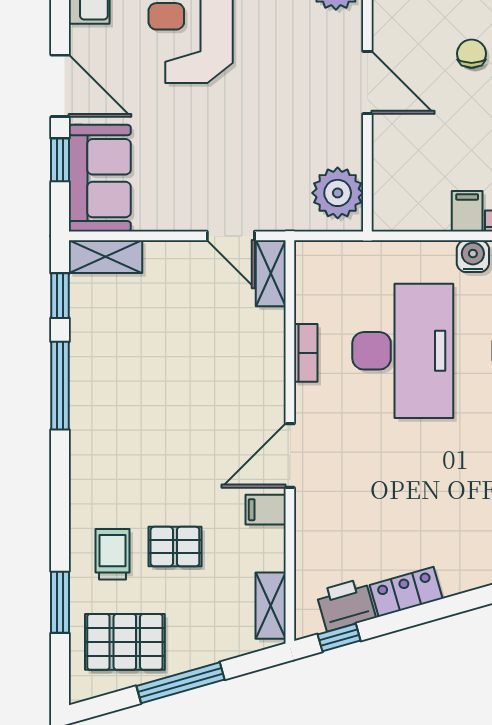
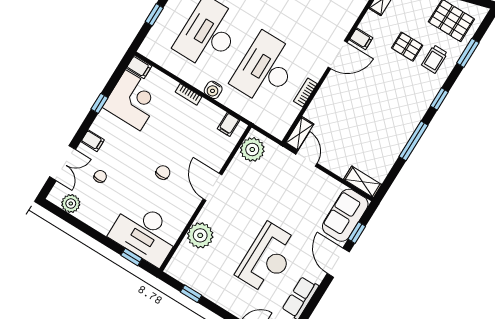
chair: (472, 54) -> (163, 172), turned 180
filing cabinet: (467, 211) -> (228, 125), moved
window: (60, 296) -> (439, 99), moved

